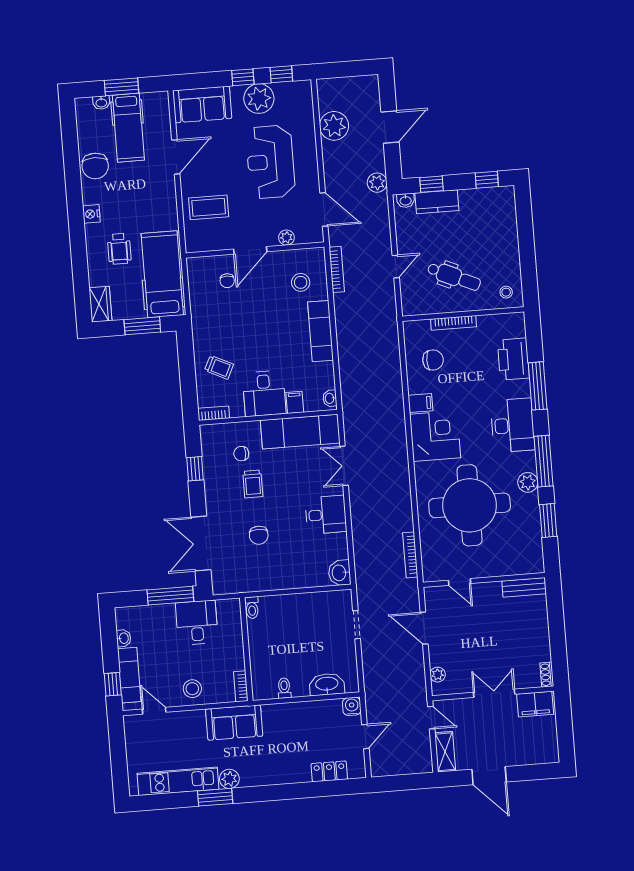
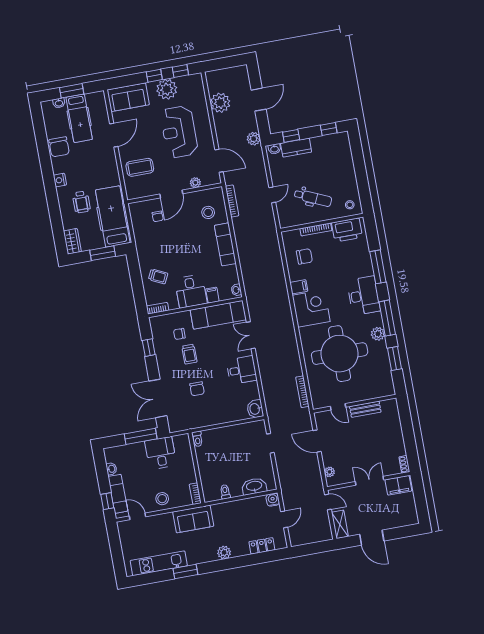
printer: (513, 359) -> (347, 230), moved, turned -90
bench: (524, 587) -> (365, 409), moved
plant: (229, 779) -> (224, 552), moved

